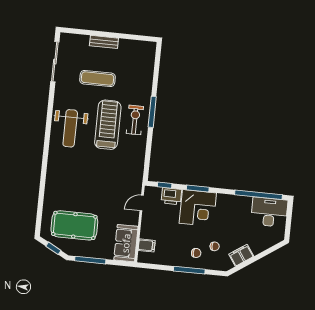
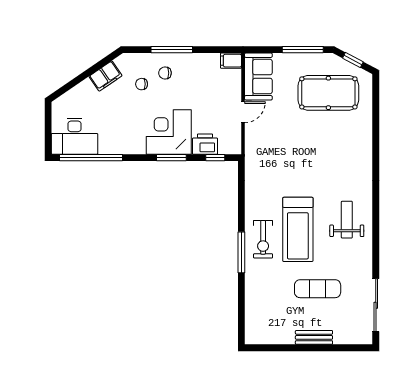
weight bench: (70, 128) -> (347, 220), width x0.73, depth x0.75
door: (142, 203) -> (243, 112), moved
filing cabinet: (147, 245) -> (231, 61), moved

